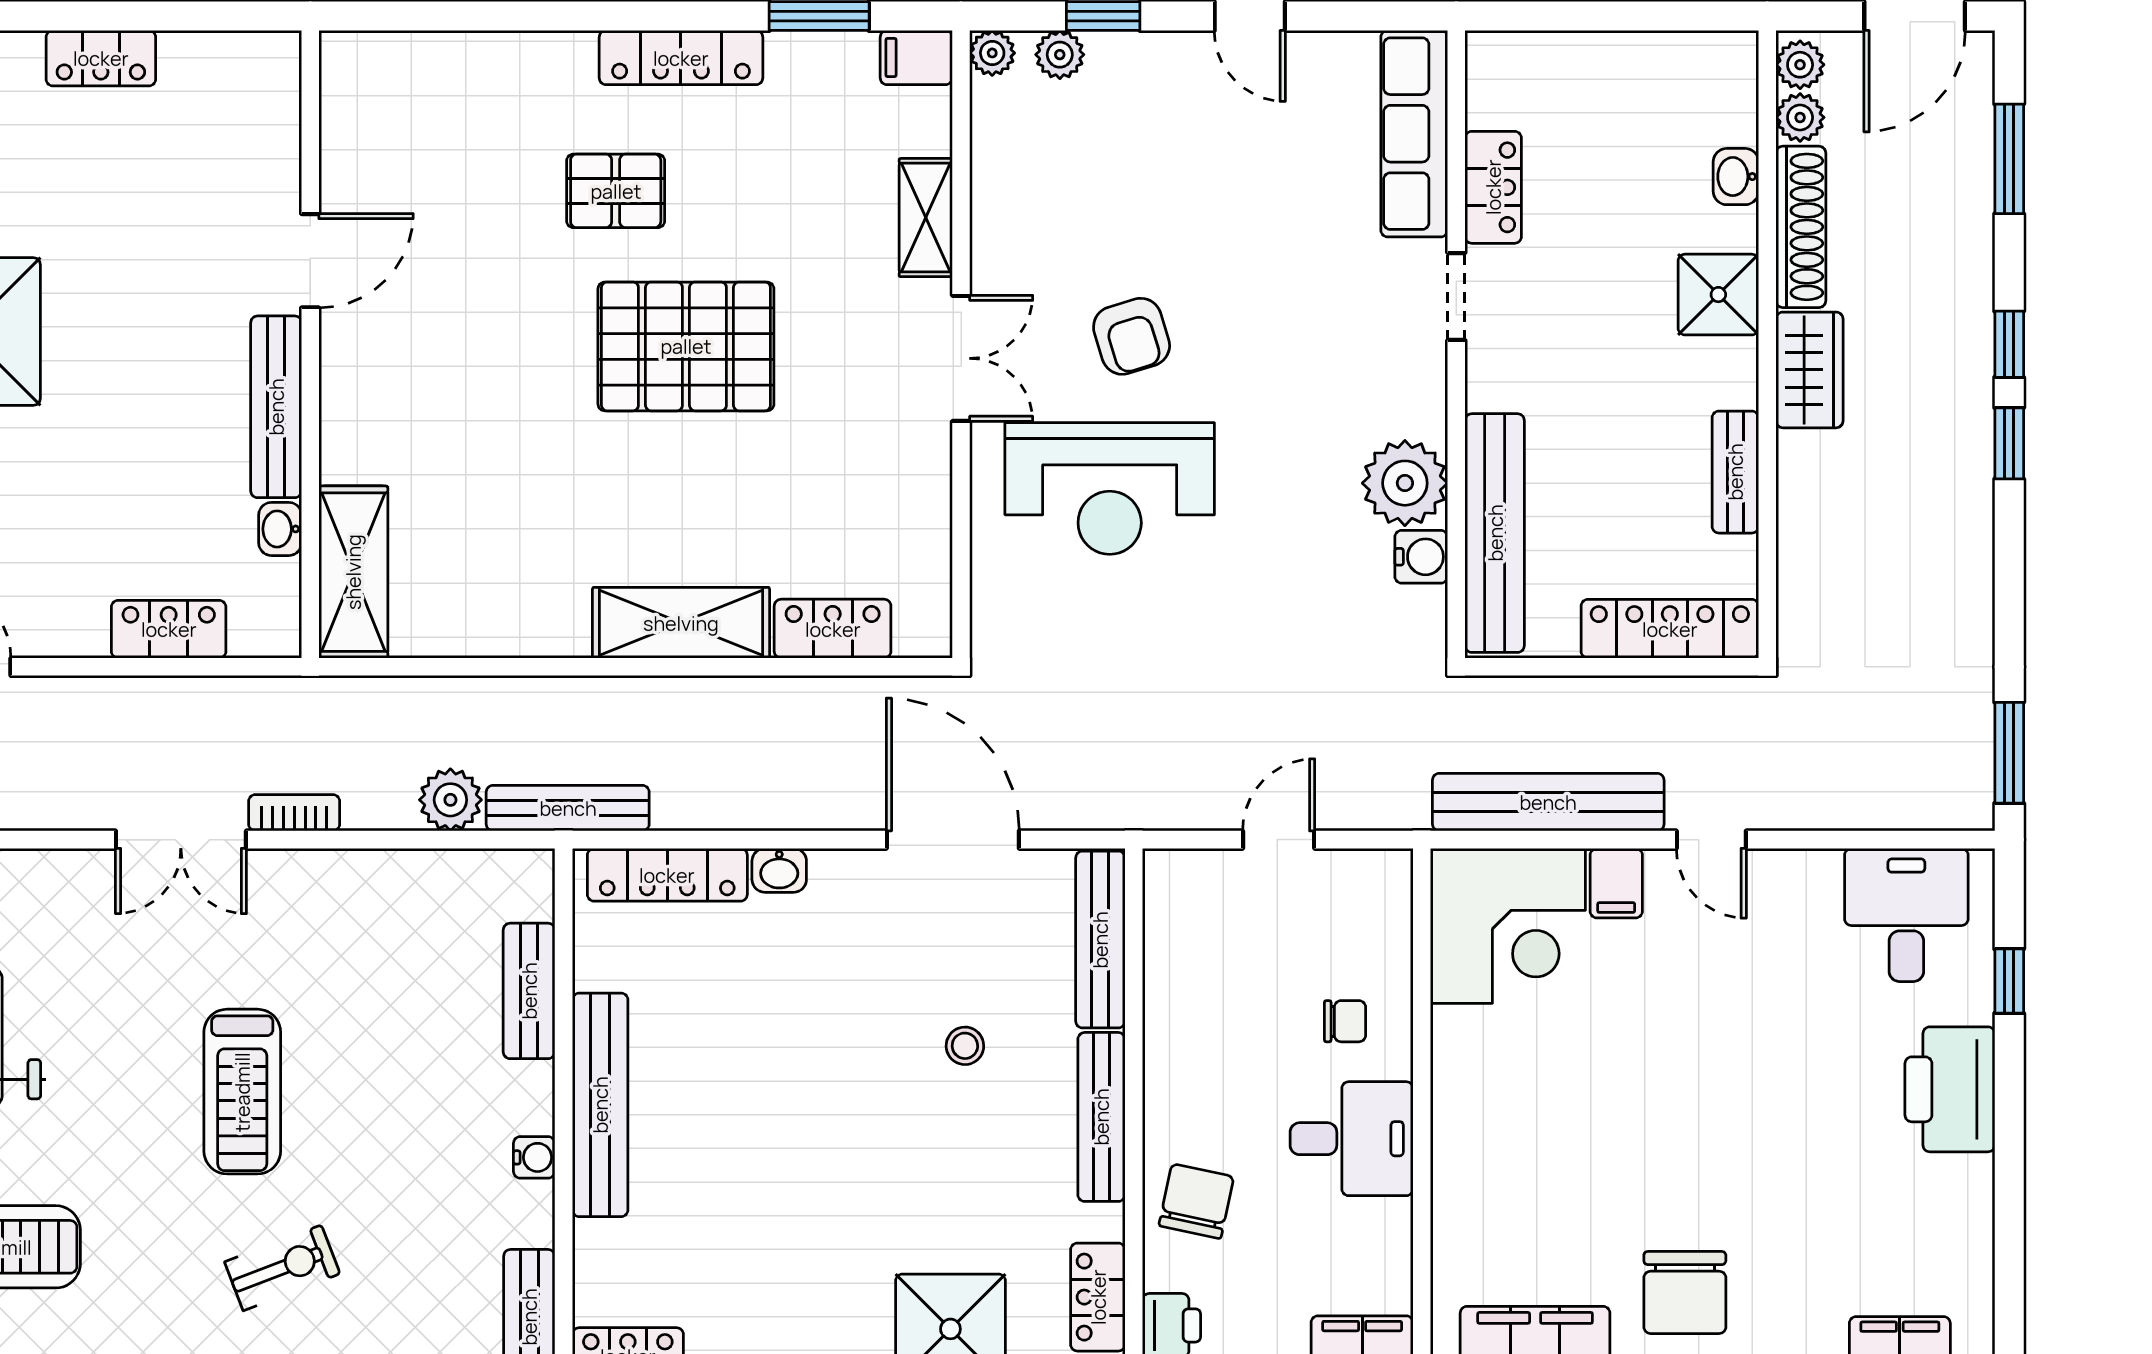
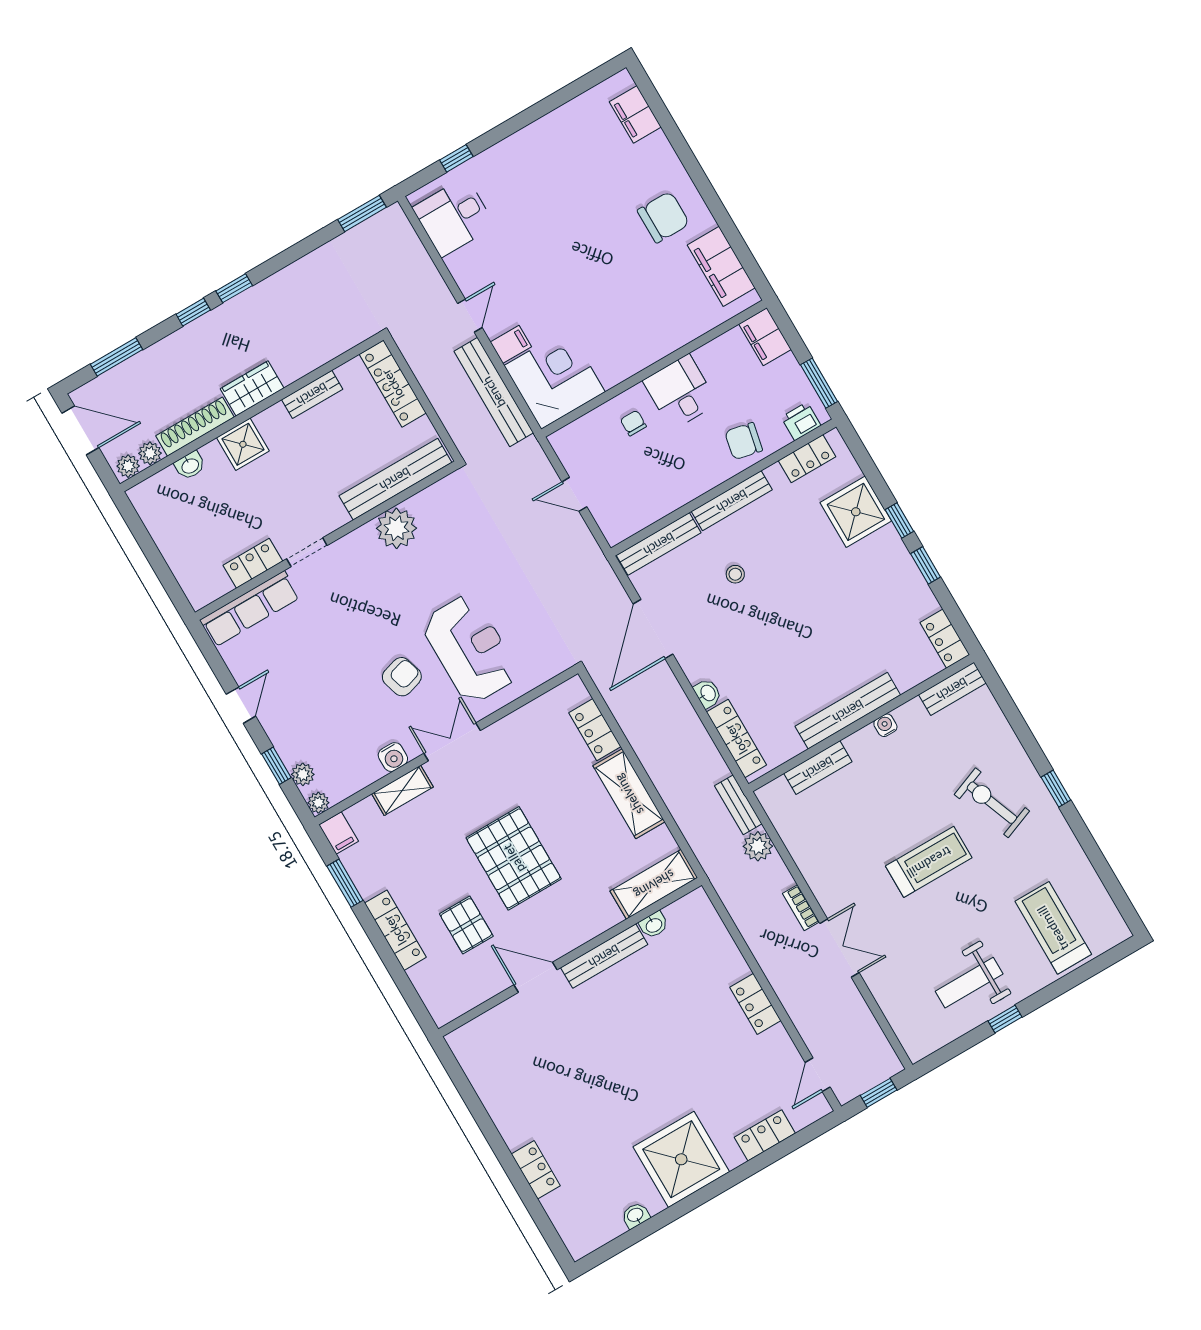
door: (310, 261) -> (536, 977), moved
wall: (310, 344) -> (570, 957), moved
bench: (276, 407) -> (604, 956), moved
washbasin: (280, 529) -> (654, 925), moved
water cooler: (1421, 557) -> (393, 757), moved, turned 180
shelving: (353, 572) -> (654, 884), moved
bench: (568, 808) -> (738, 805), width x0.73
printer: (1950, 1089) -> (515, 157), removed
exercise bike: (282, 1268) -> (992, 803), width x1.38, depth x1.39

